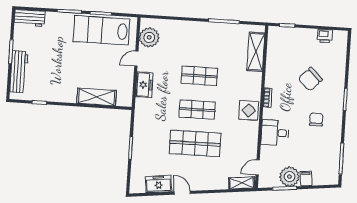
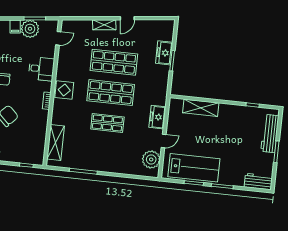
shop shelf: (197, 110) -> (111, 93), width x1.43, depth x1.36
shelving: (242, 183) -> (104, 25), moved
freezer: (159, 184) -> (164, 53), moved, turned 96
door: (182, 193) -> (127, 18), hinge flipped

